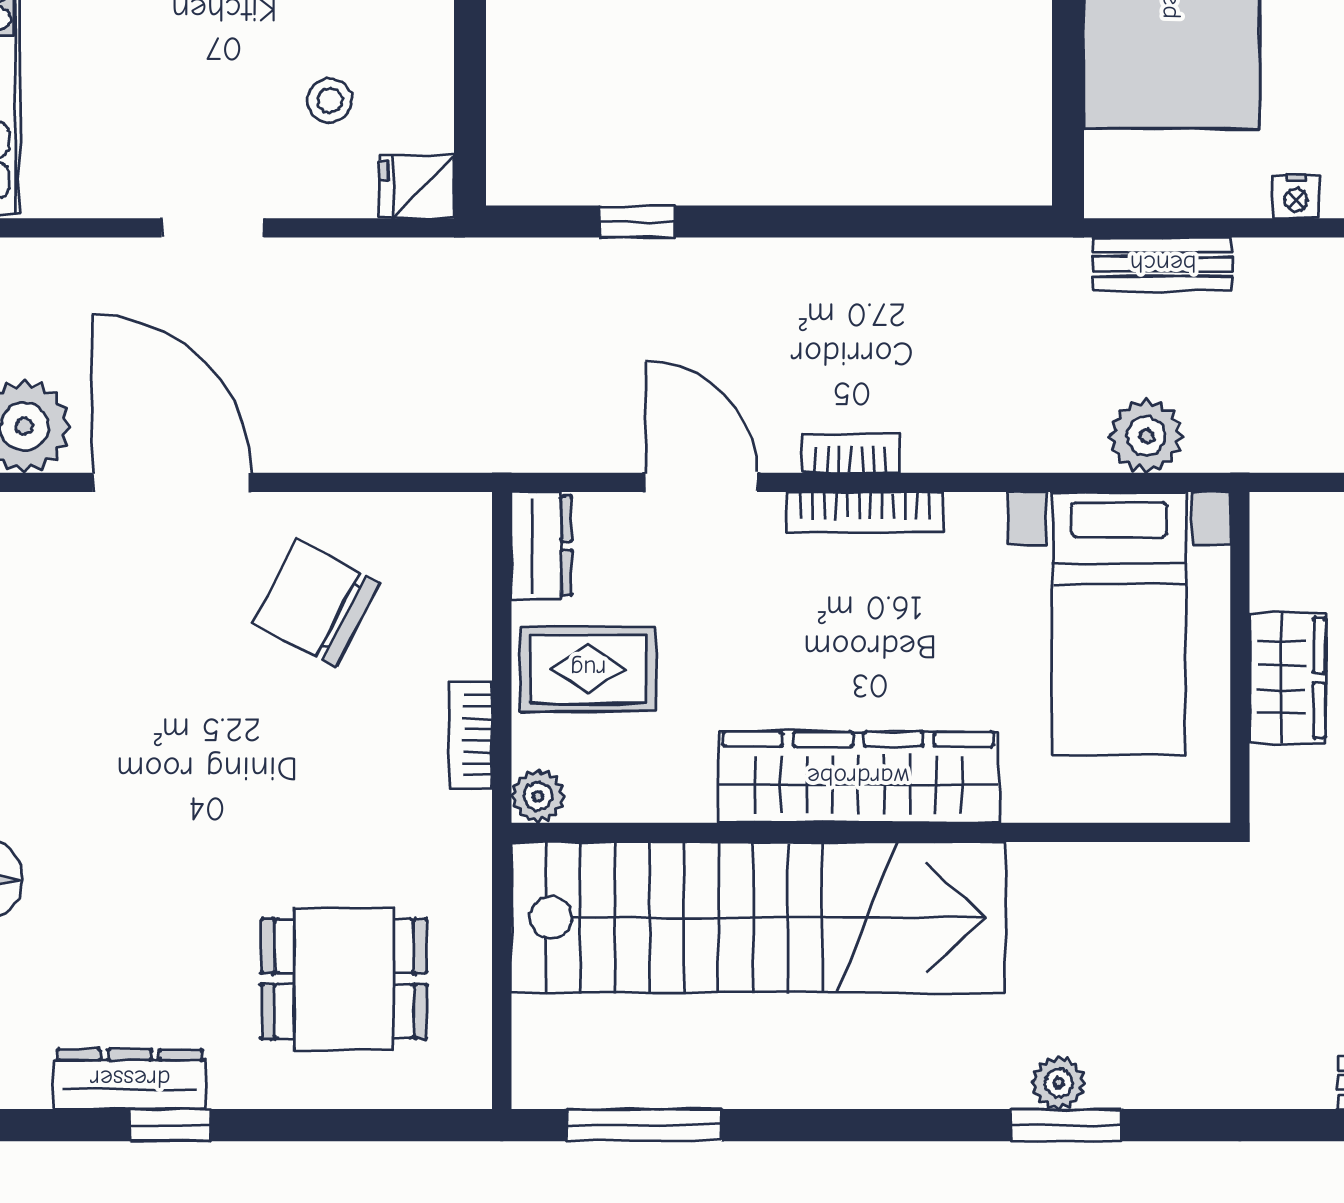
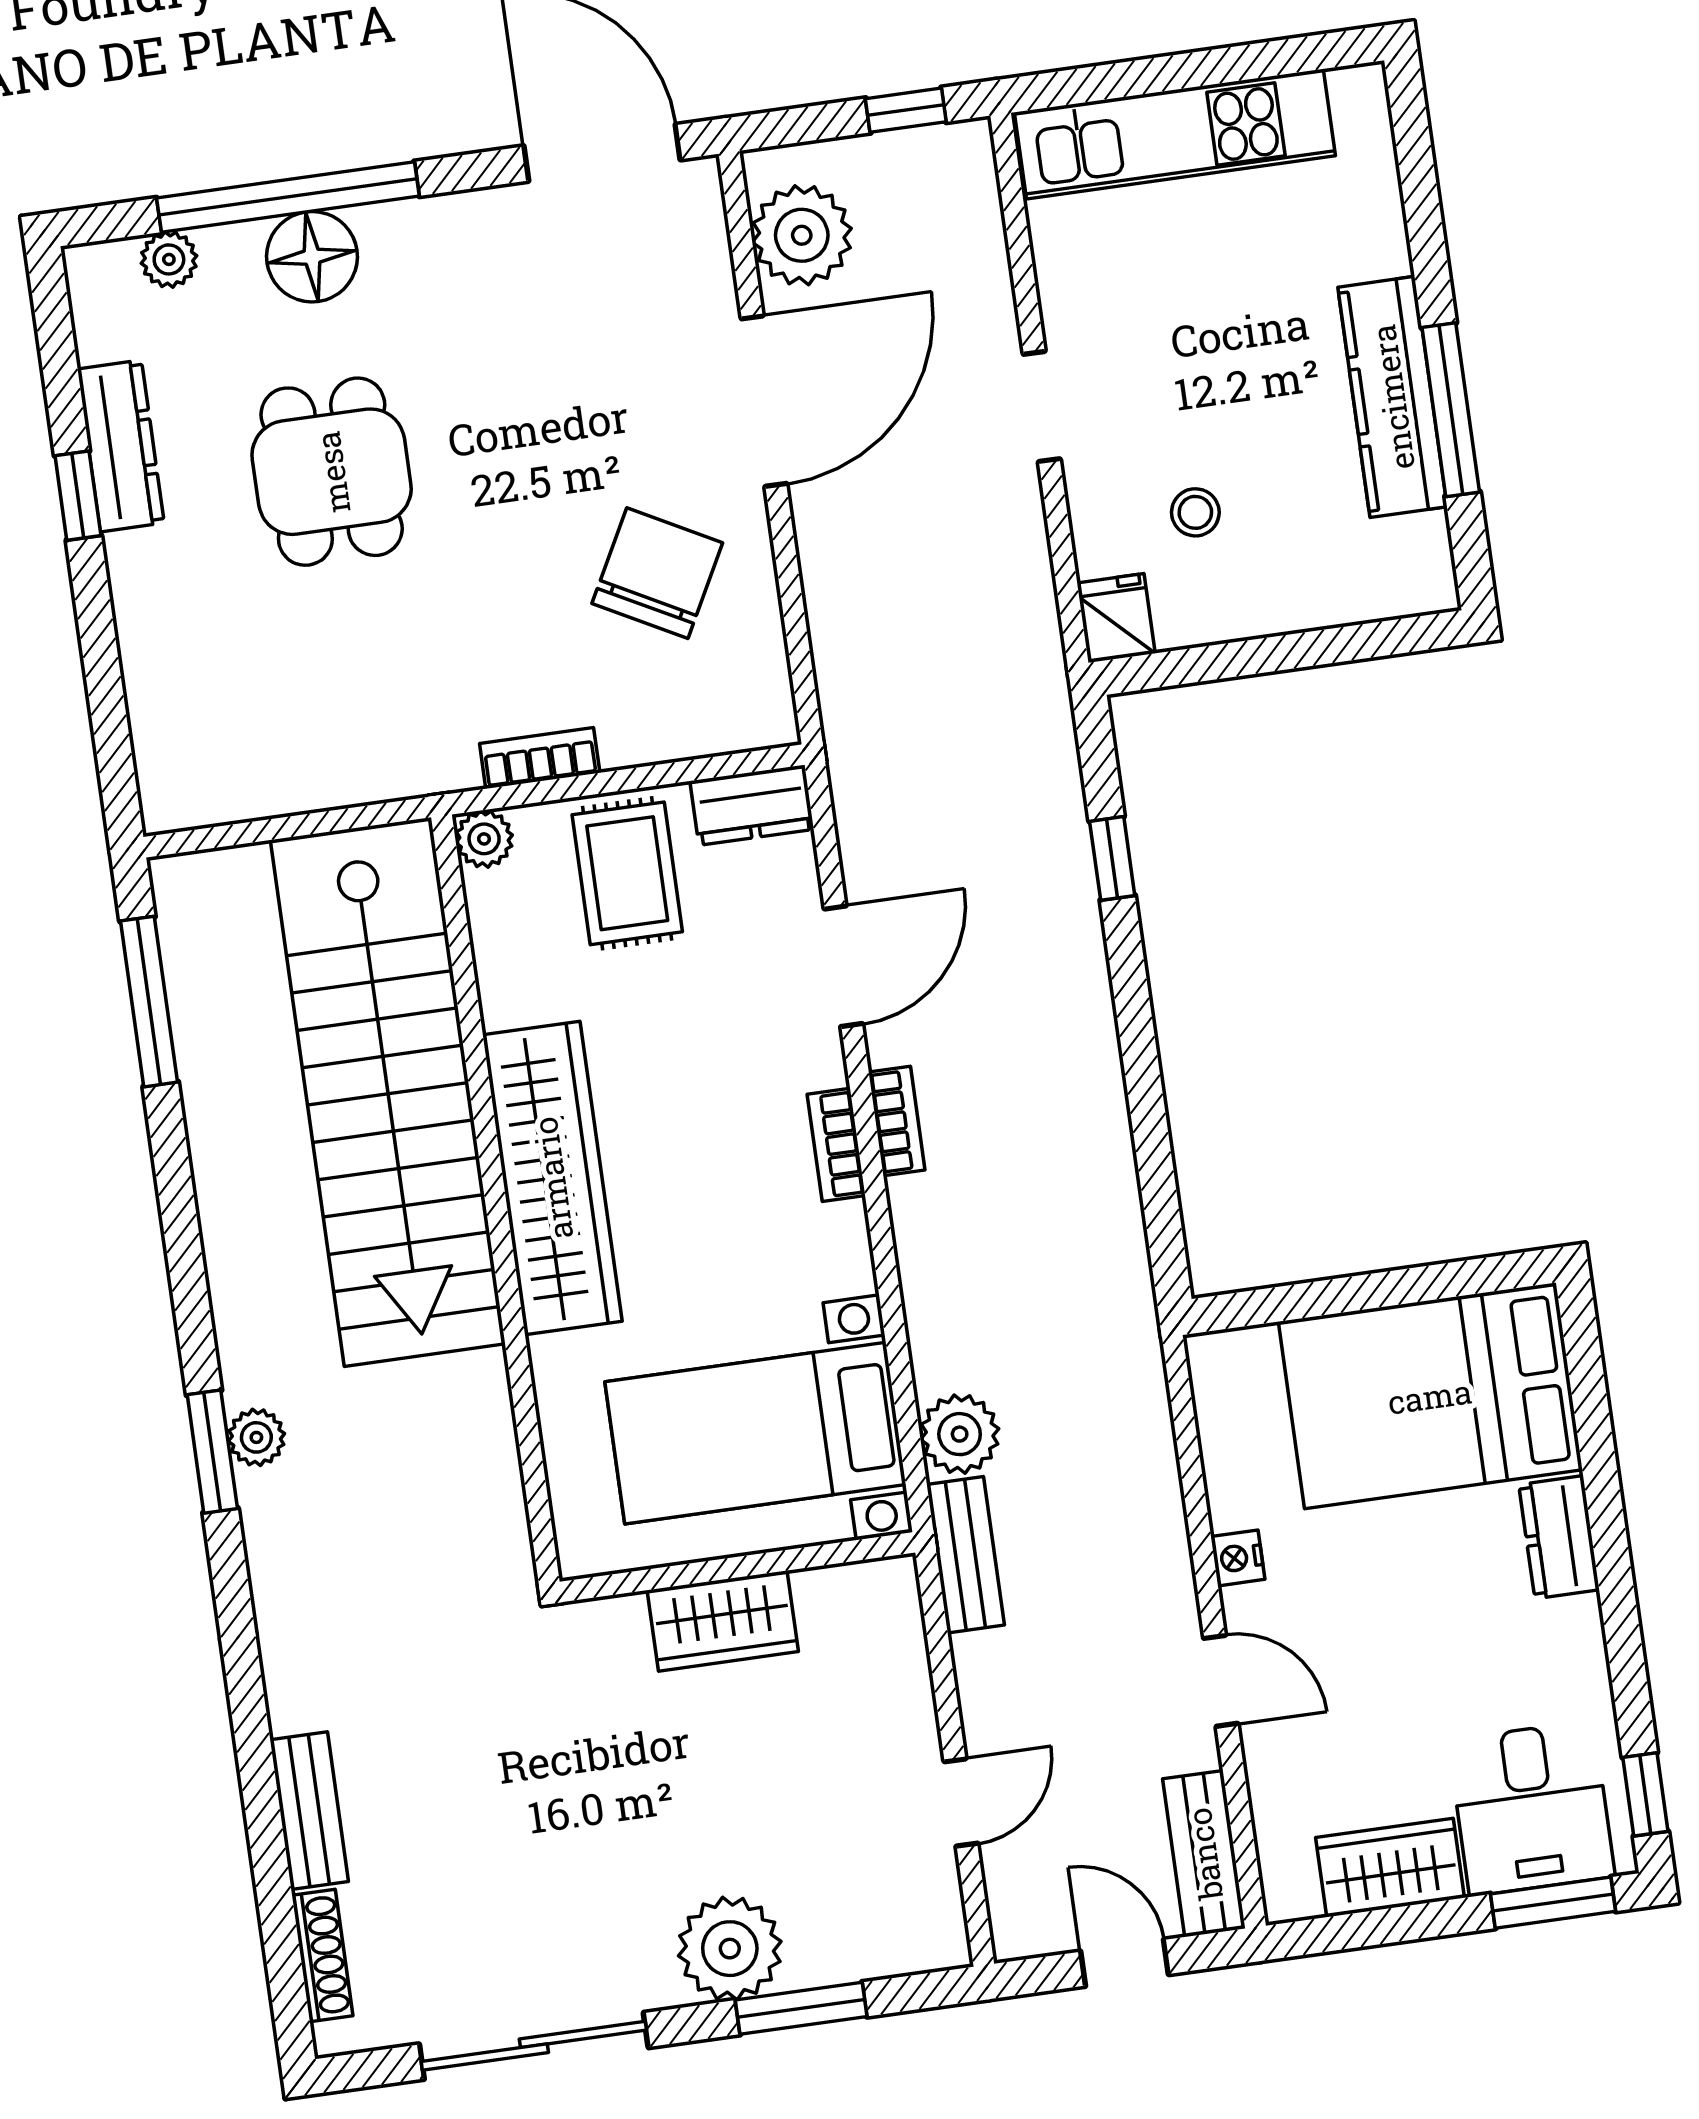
bench: (1163, 264) -> (965, 1555), moved
bookcase: (865, 512) -> (836, 1145), width x0.64
dining table: (344, 979) -> (332, 472), moved

